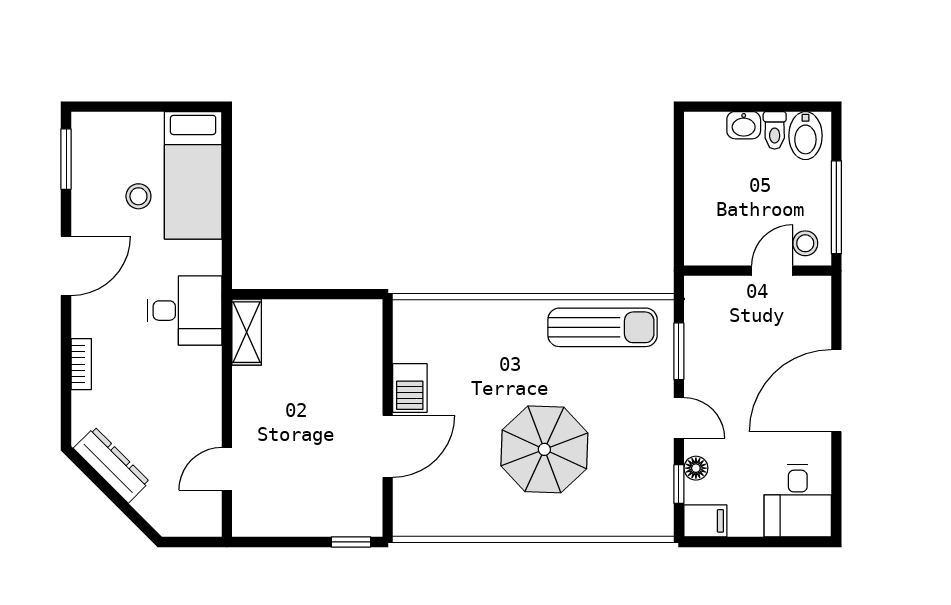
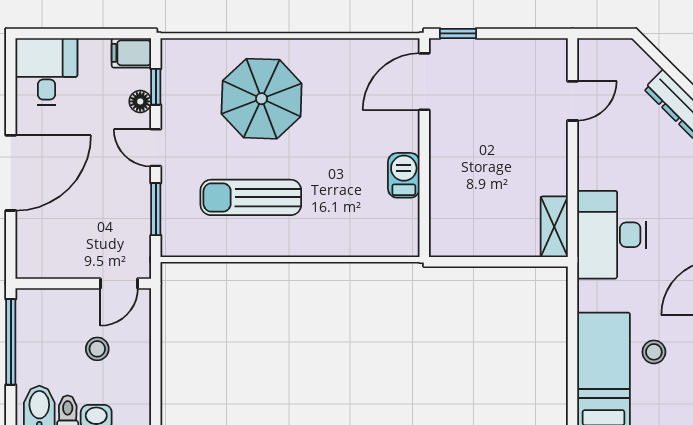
stool: (805, 243) -> (97, 349), moved
door: (772, 271) -> (119, 283), moved
desk: (184, 311) -> (612, 235), width x1.37
sun lounger: (603, 327) -> (251, 197), moved
door: (388, 446) -> (424, 82), moved
parasol: (544, 449) -> (262, 99), moved

